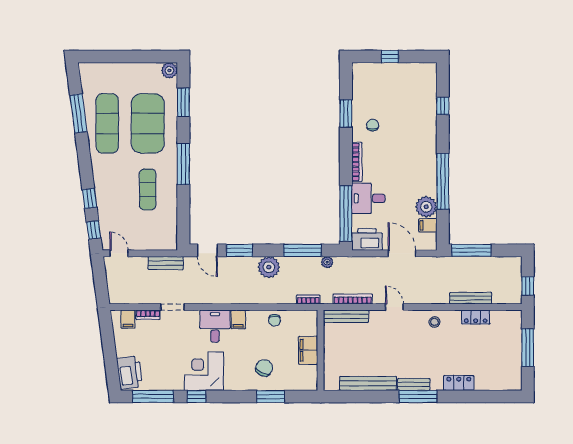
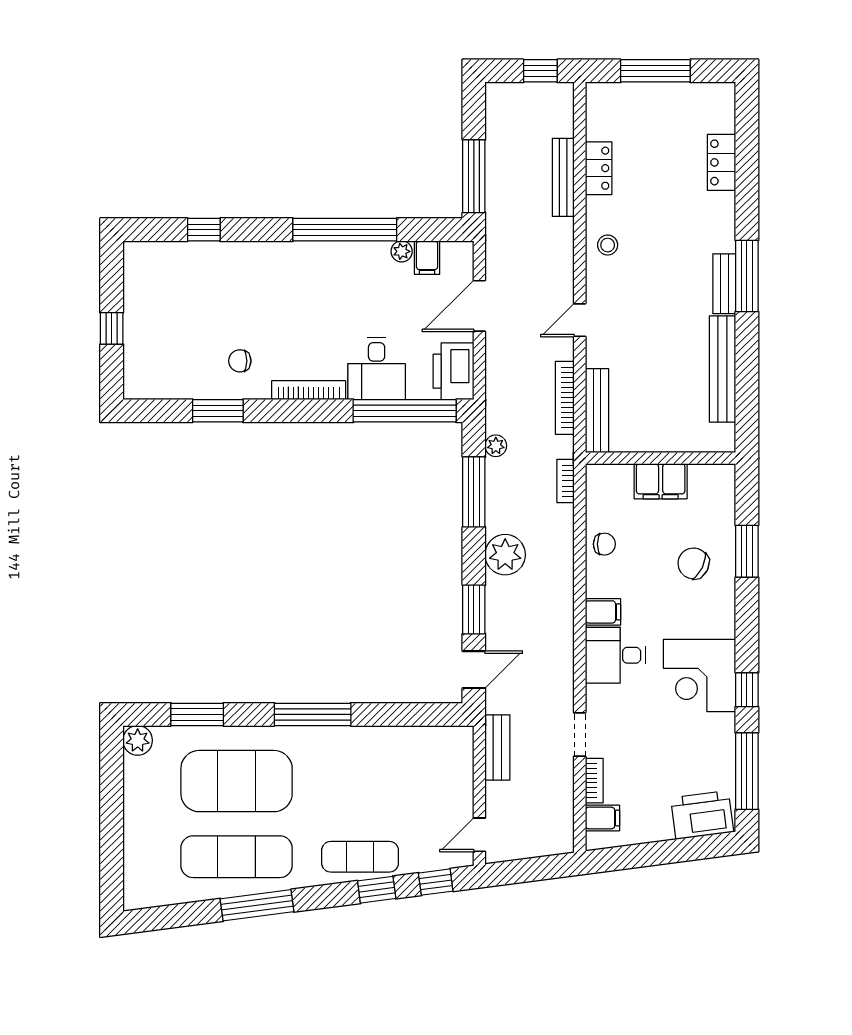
window: (78, 113) -> (257, 905), moved
exercise mat: (148, 189) -> (360, 857), moved
plant: (426, 207) -> (402, 251), width x0.53, depth x0.53
locker: (459, 383) -> (722, 162), moved

